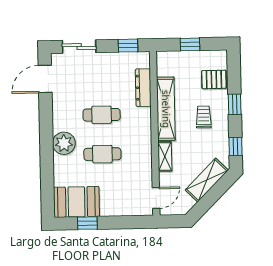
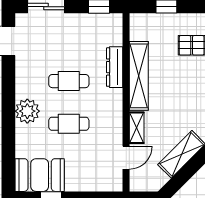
dresser: (143, 88) -> (115, 67), moved
trolley: (204, 117) -> (180, 86), removed
door: (156, 198) -> (126, 158), moved

